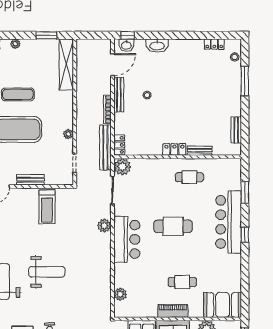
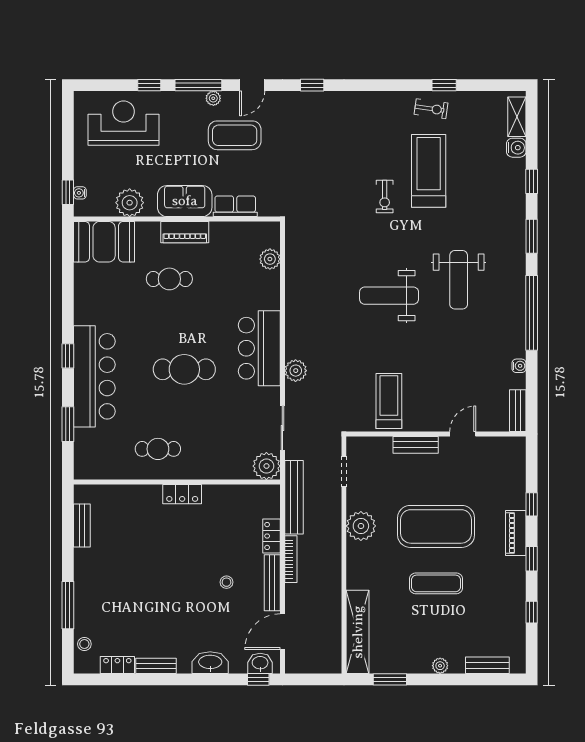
plant: (68, 134) -> (361, 526), width x1.88, depth x1.88
locker: (119, 145) -> (271, 536), moved
bench: (200, 151) -> (156, 666), moved

